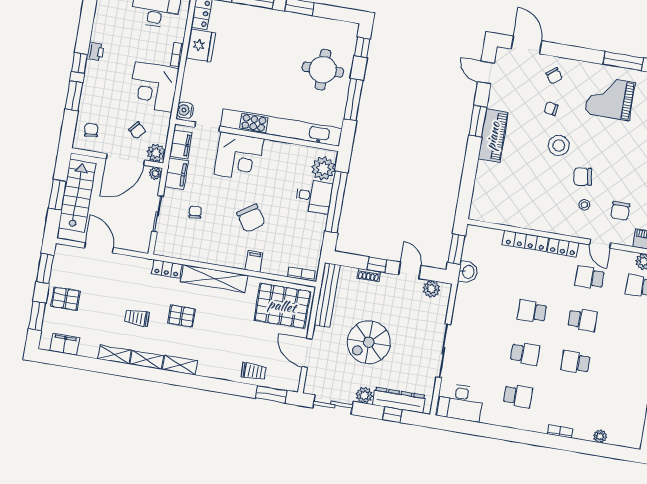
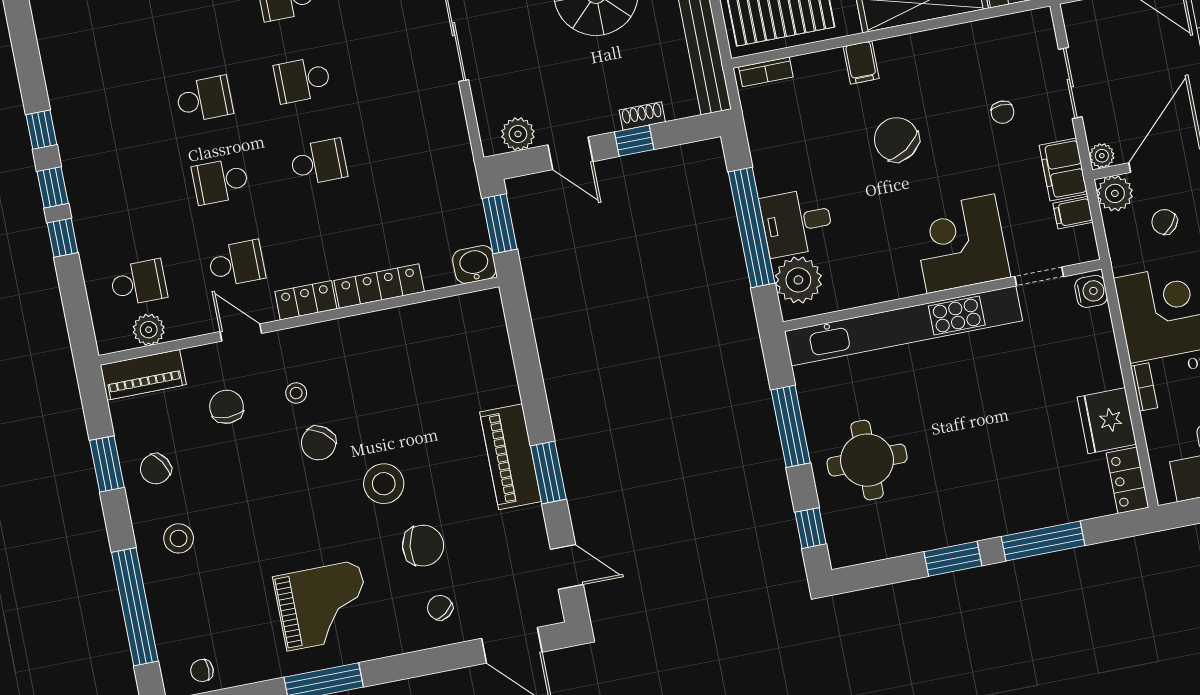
chair: (551, 109) -> (423, 546), width x1.87, depth x1.87
filing cabinet: (181, 144) -> (1073, 213), width x0.50
chair: (583, 177) -> (319, 443), turned 135
washbasin: (468, 272) -> (474, 264), moved, turned 90

